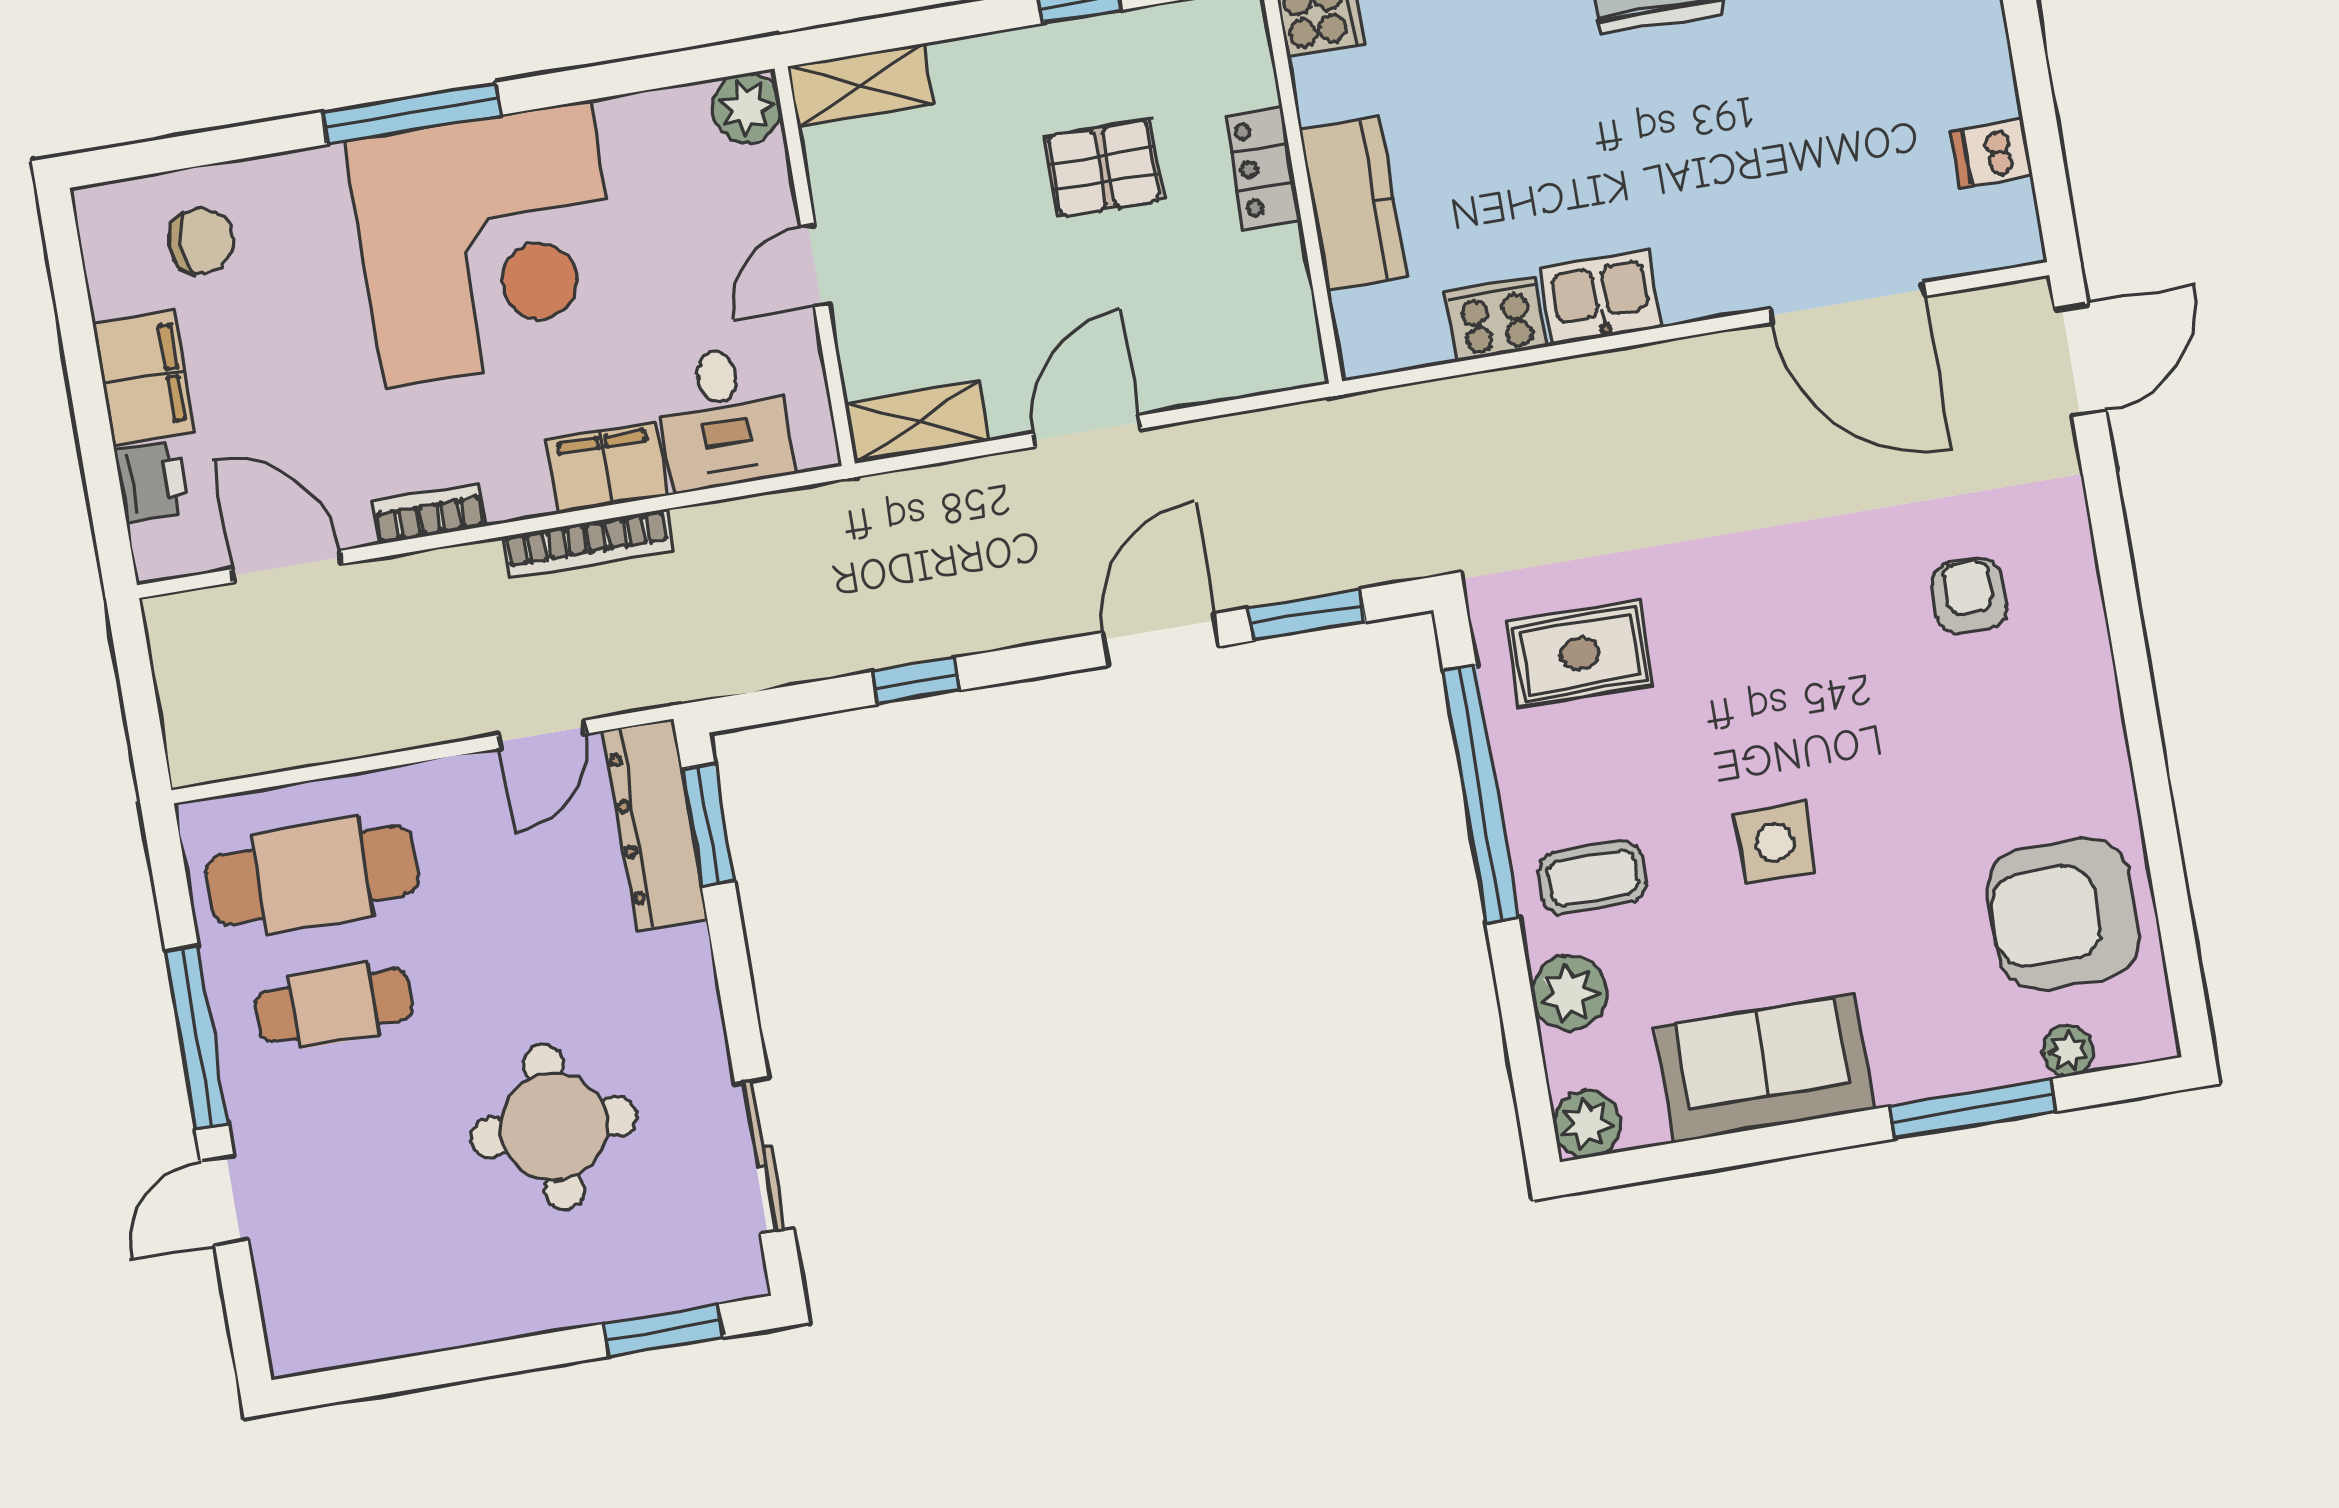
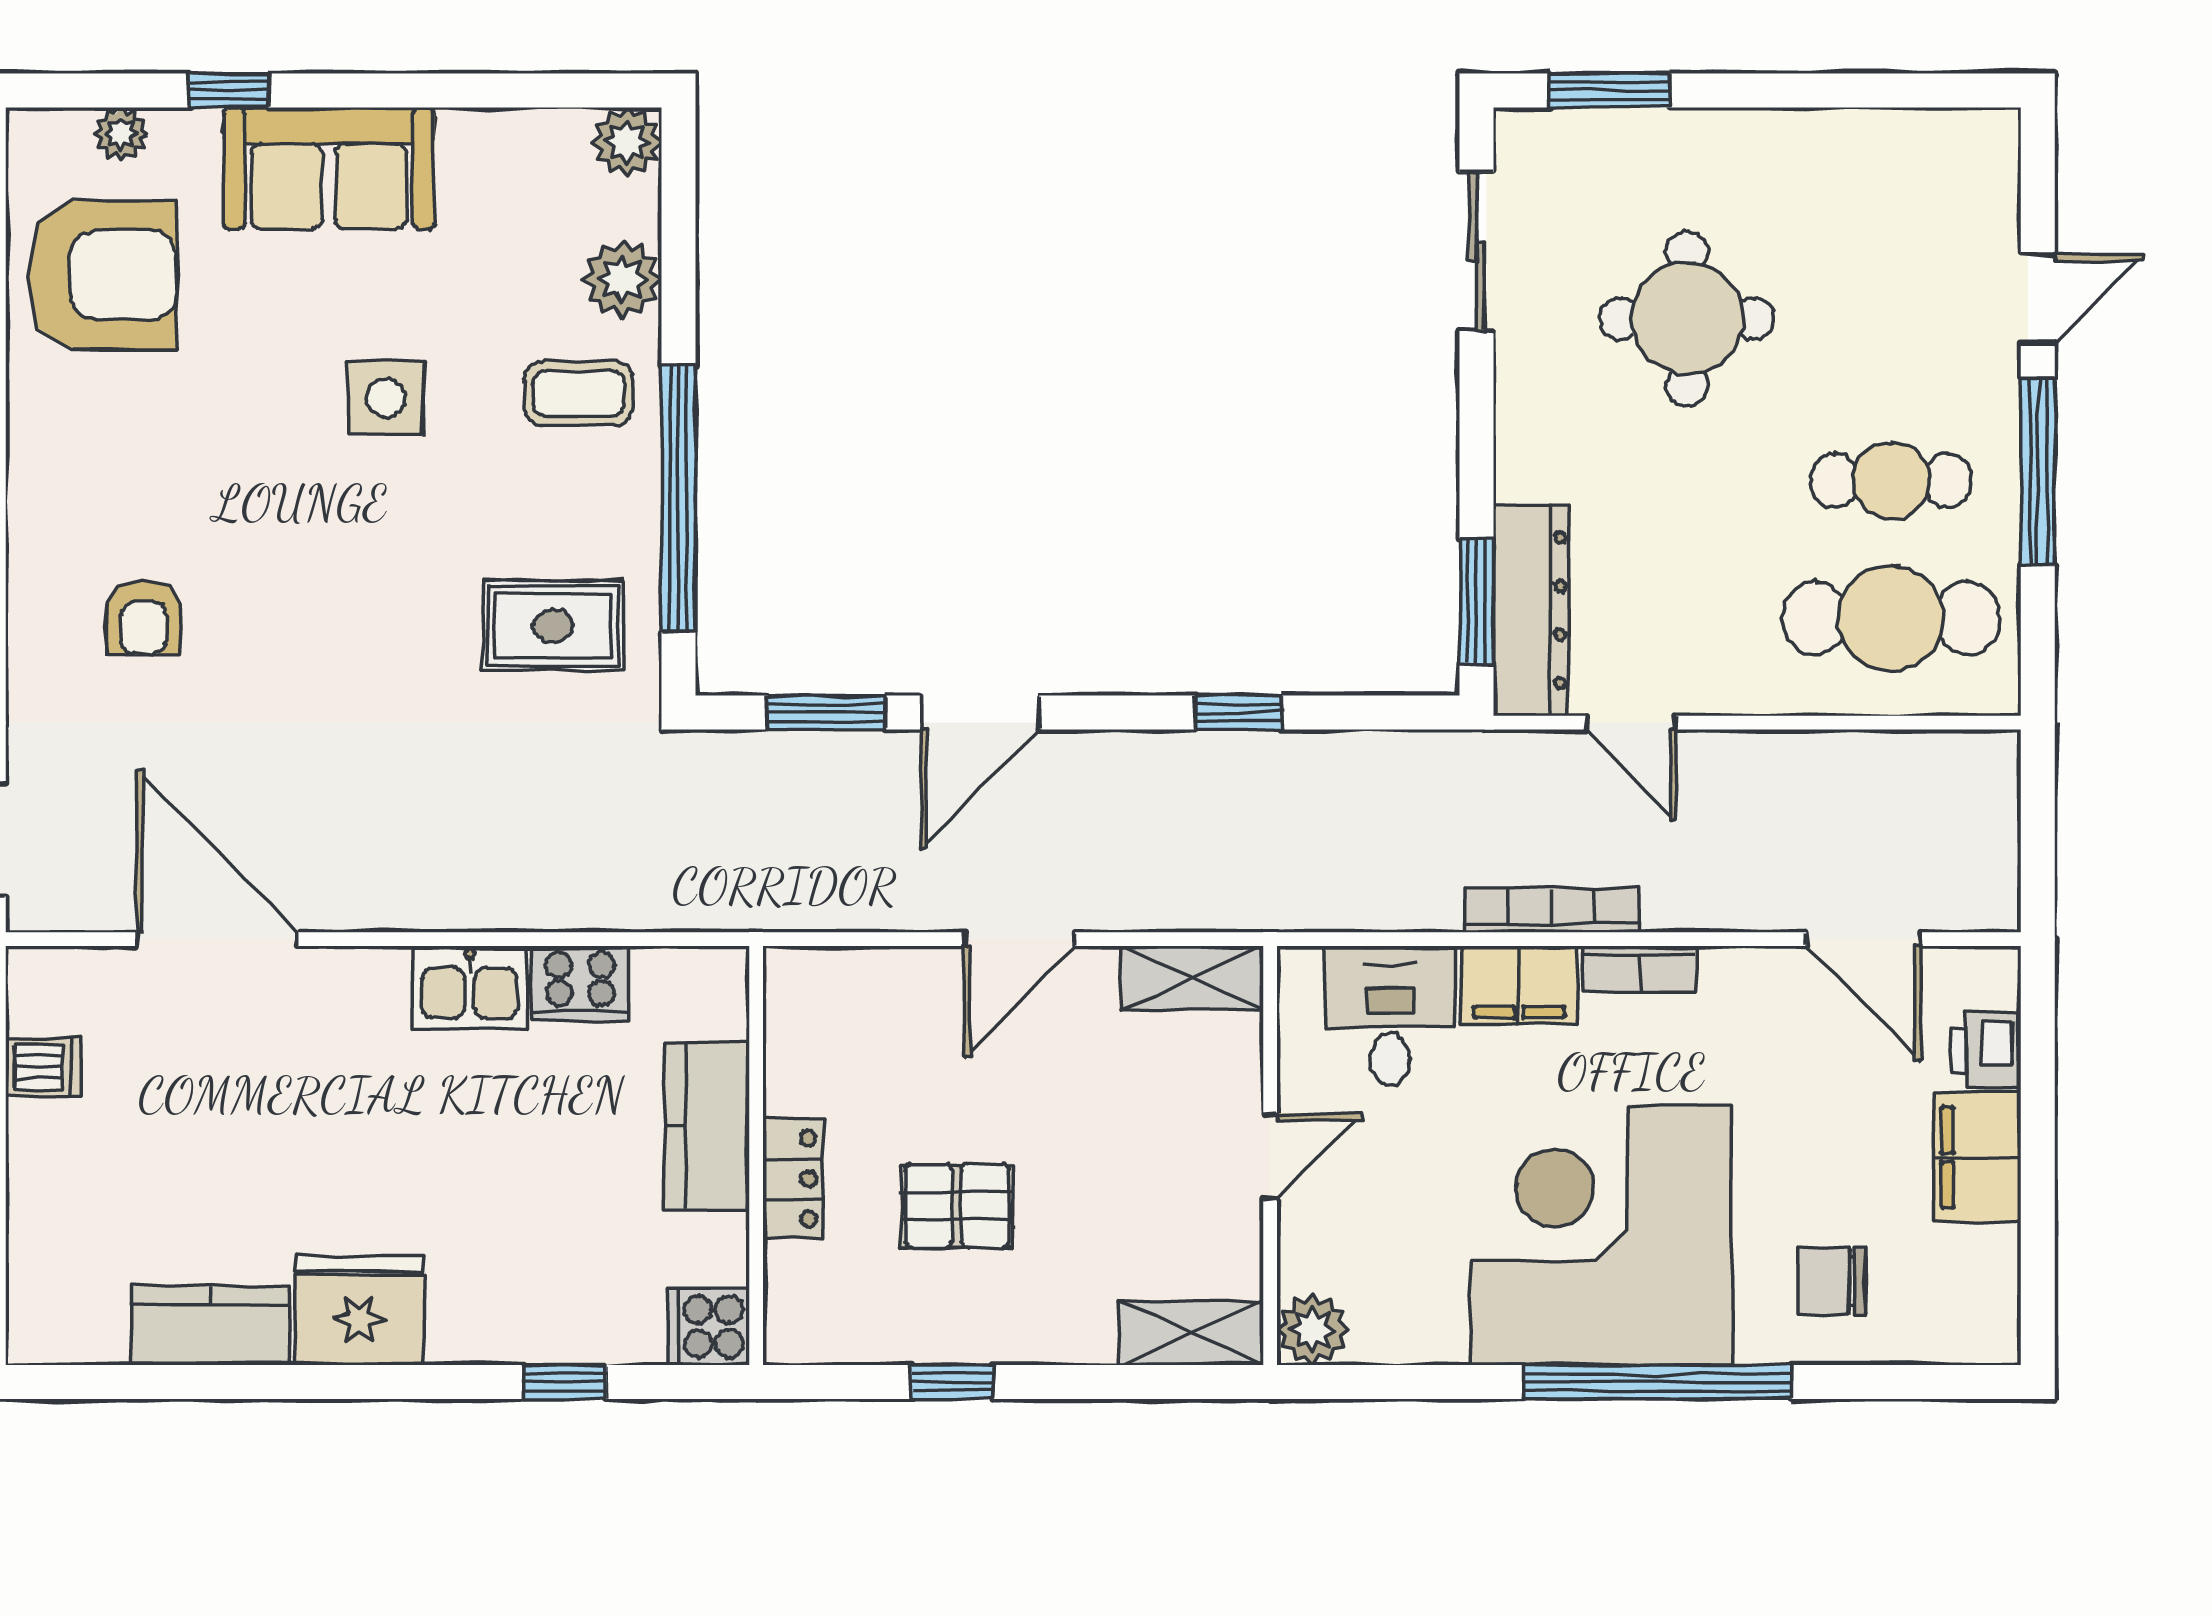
window: (411, 113) -> (1657, 1382), width x1.46
chair: (201, 241) -> (1832, 1281), moved
bookcase: (429, 514) -> (1640, 969), moved
door: (542, 734) -> (1631, 723), swing flipped
sofa: (1765, 1068) -> (329, 168), moved
window: (1972, 1109) -> (229, 90), width x0.46

